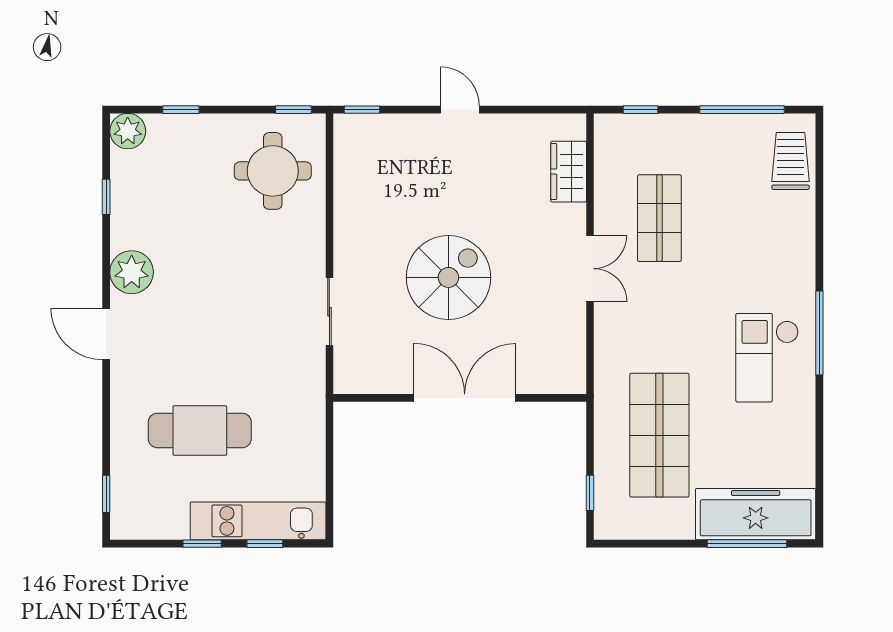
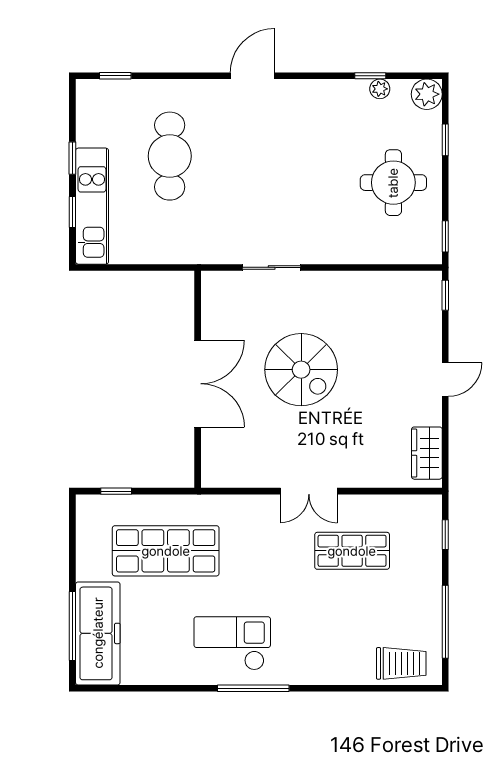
round table: (273, 171) -> (393, 183), moved
wardrobe: (569, 172) -> (427, 453), moved, turned -90
plant: (132, 272) -> (380, 89), moved, width x0.53, depth x0.53

